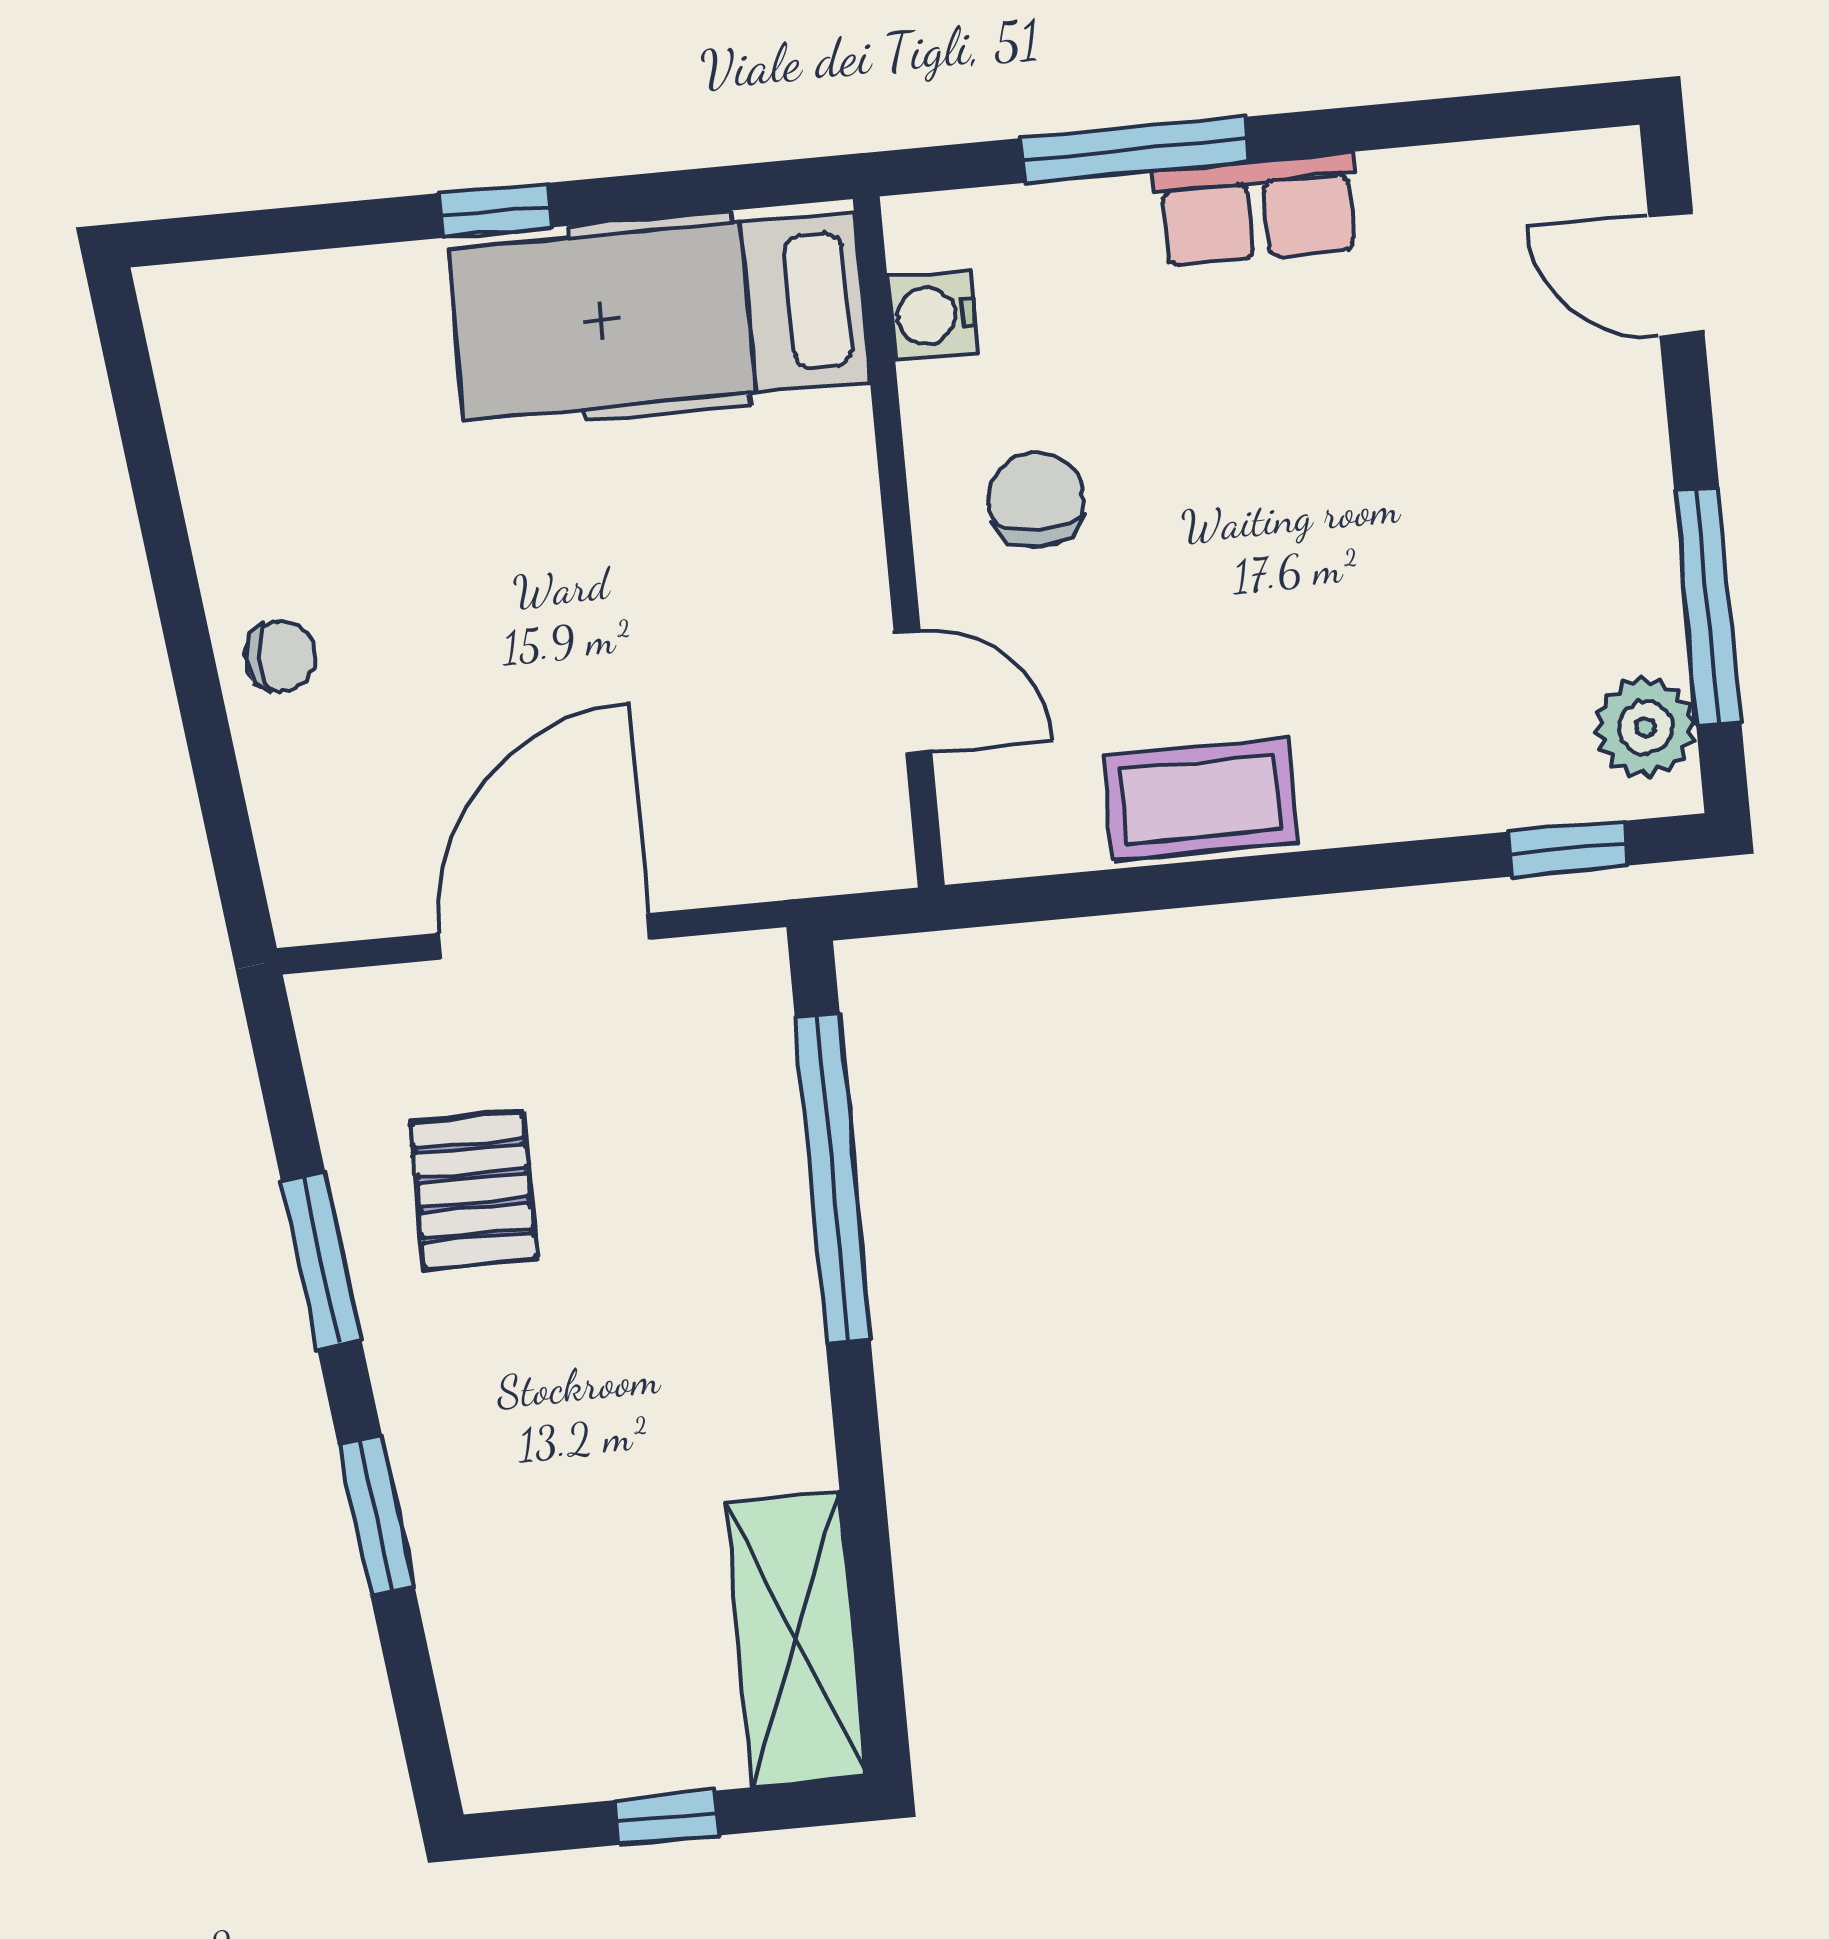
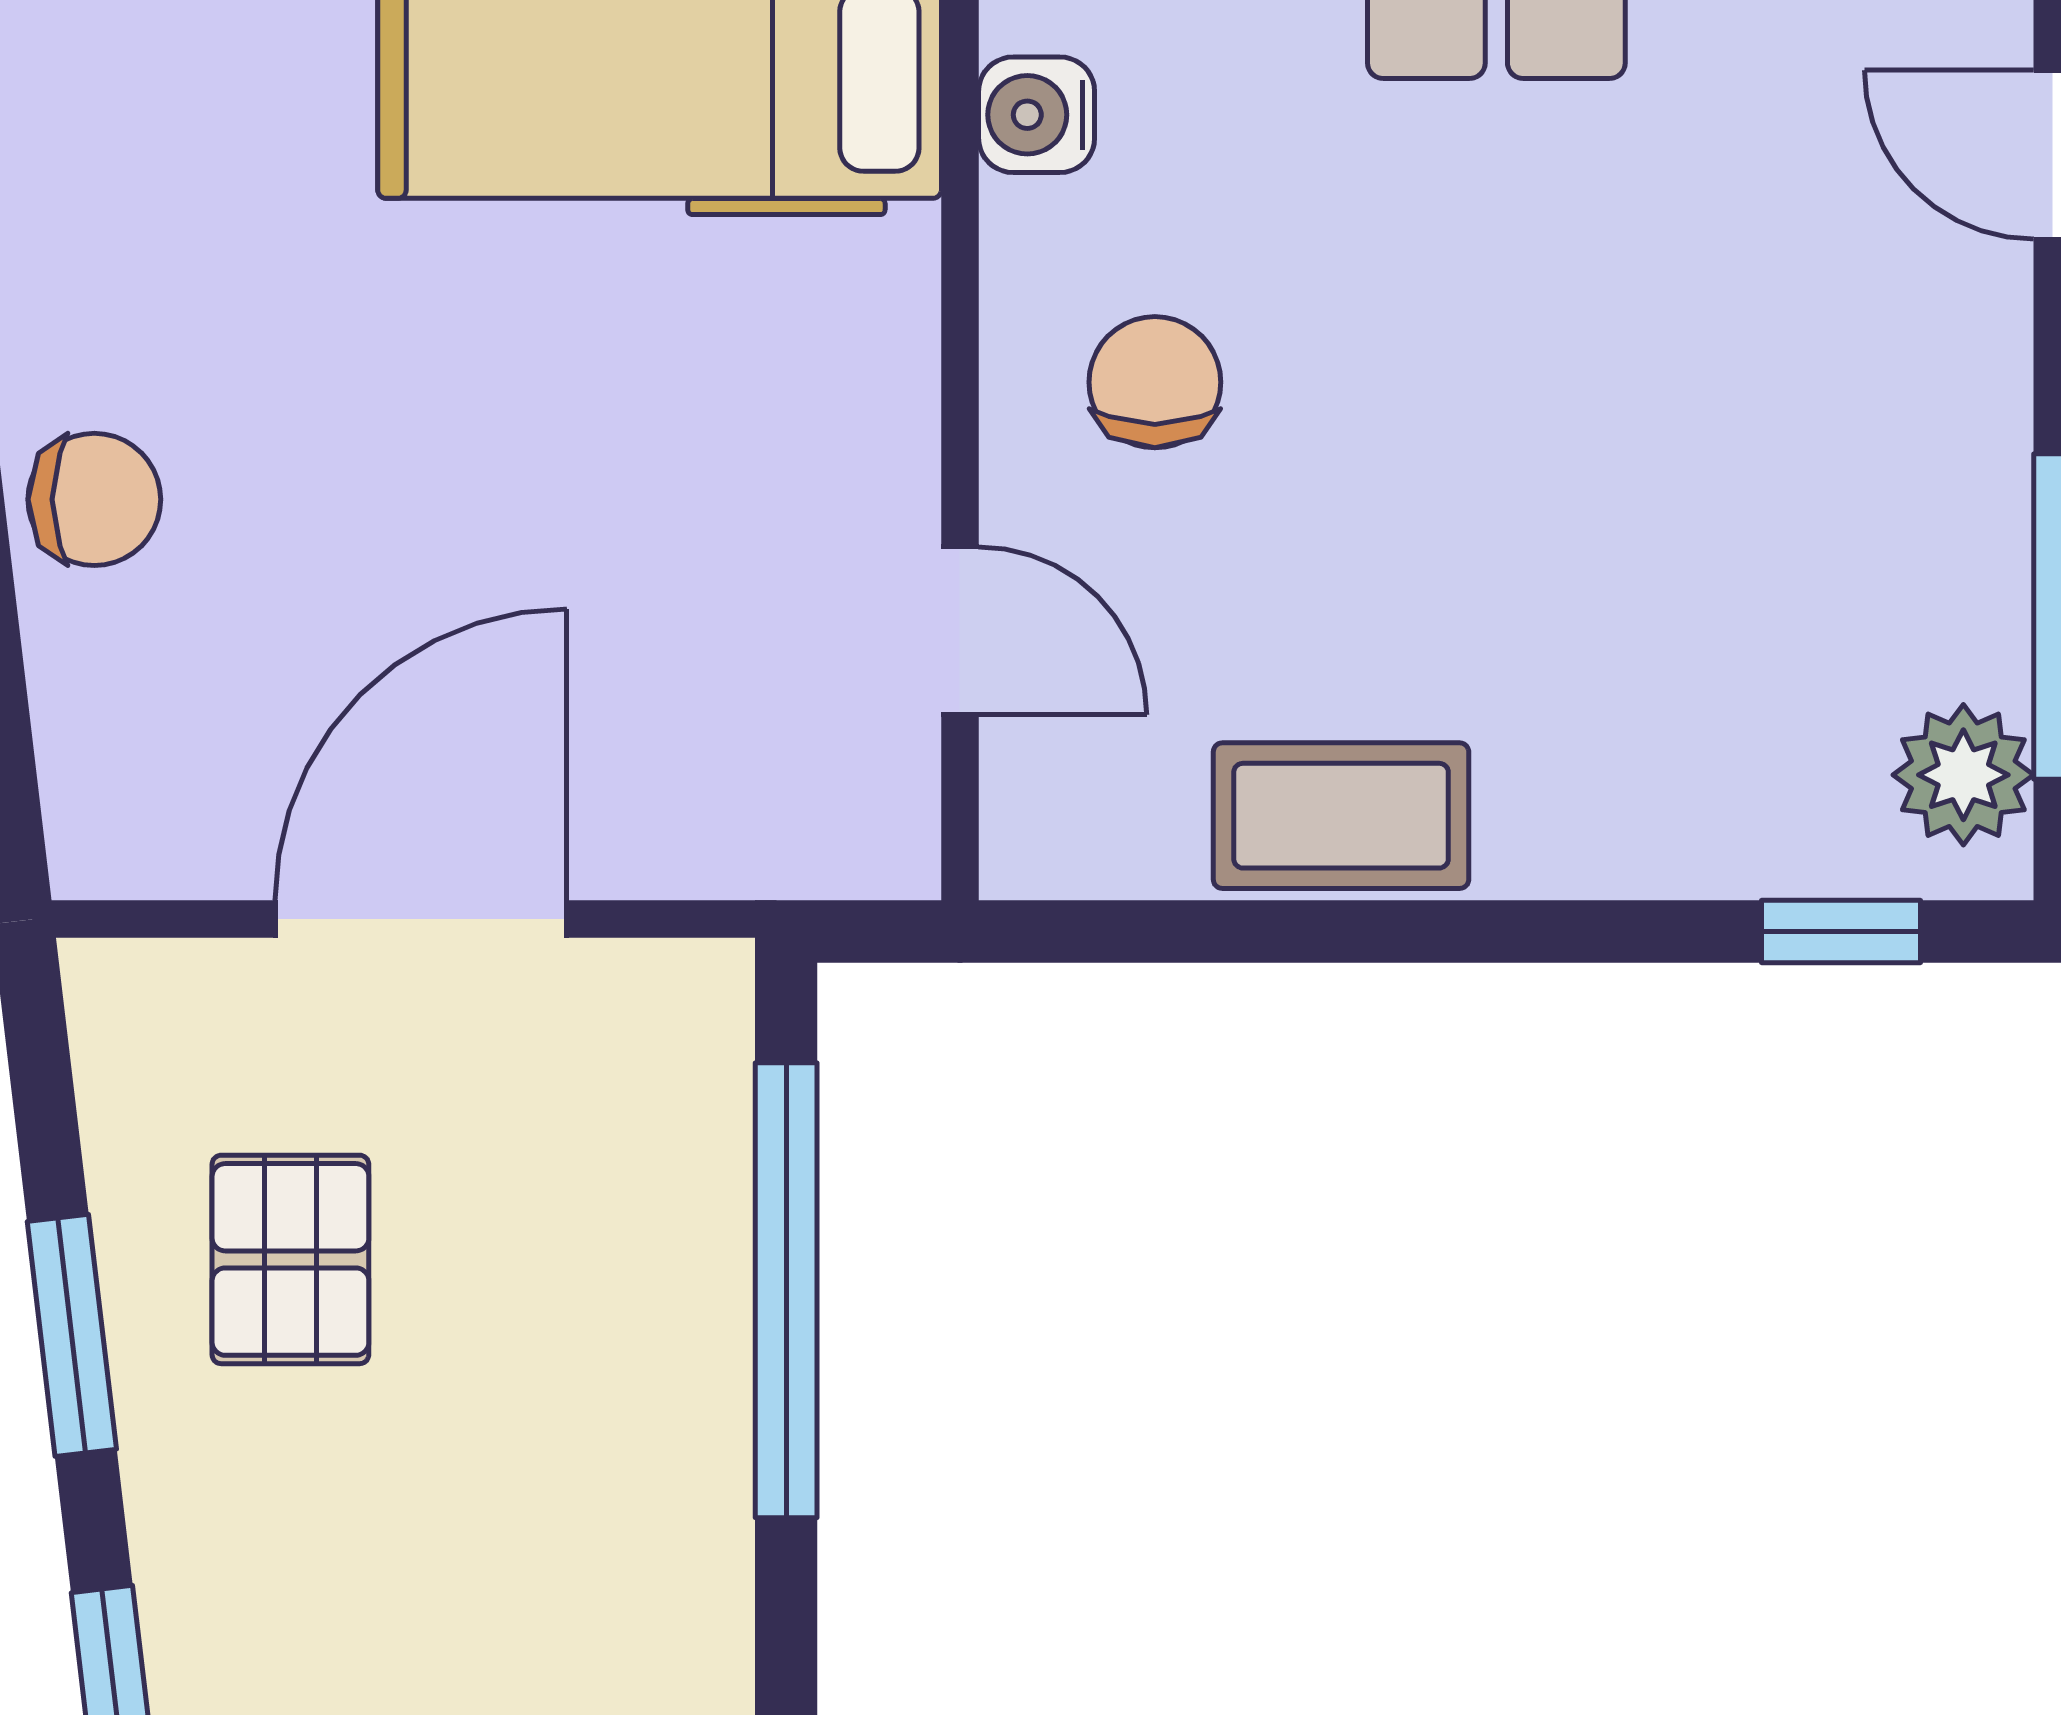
chair: (280, 656) -> (94, 499), width x1.37, depth x1.37

